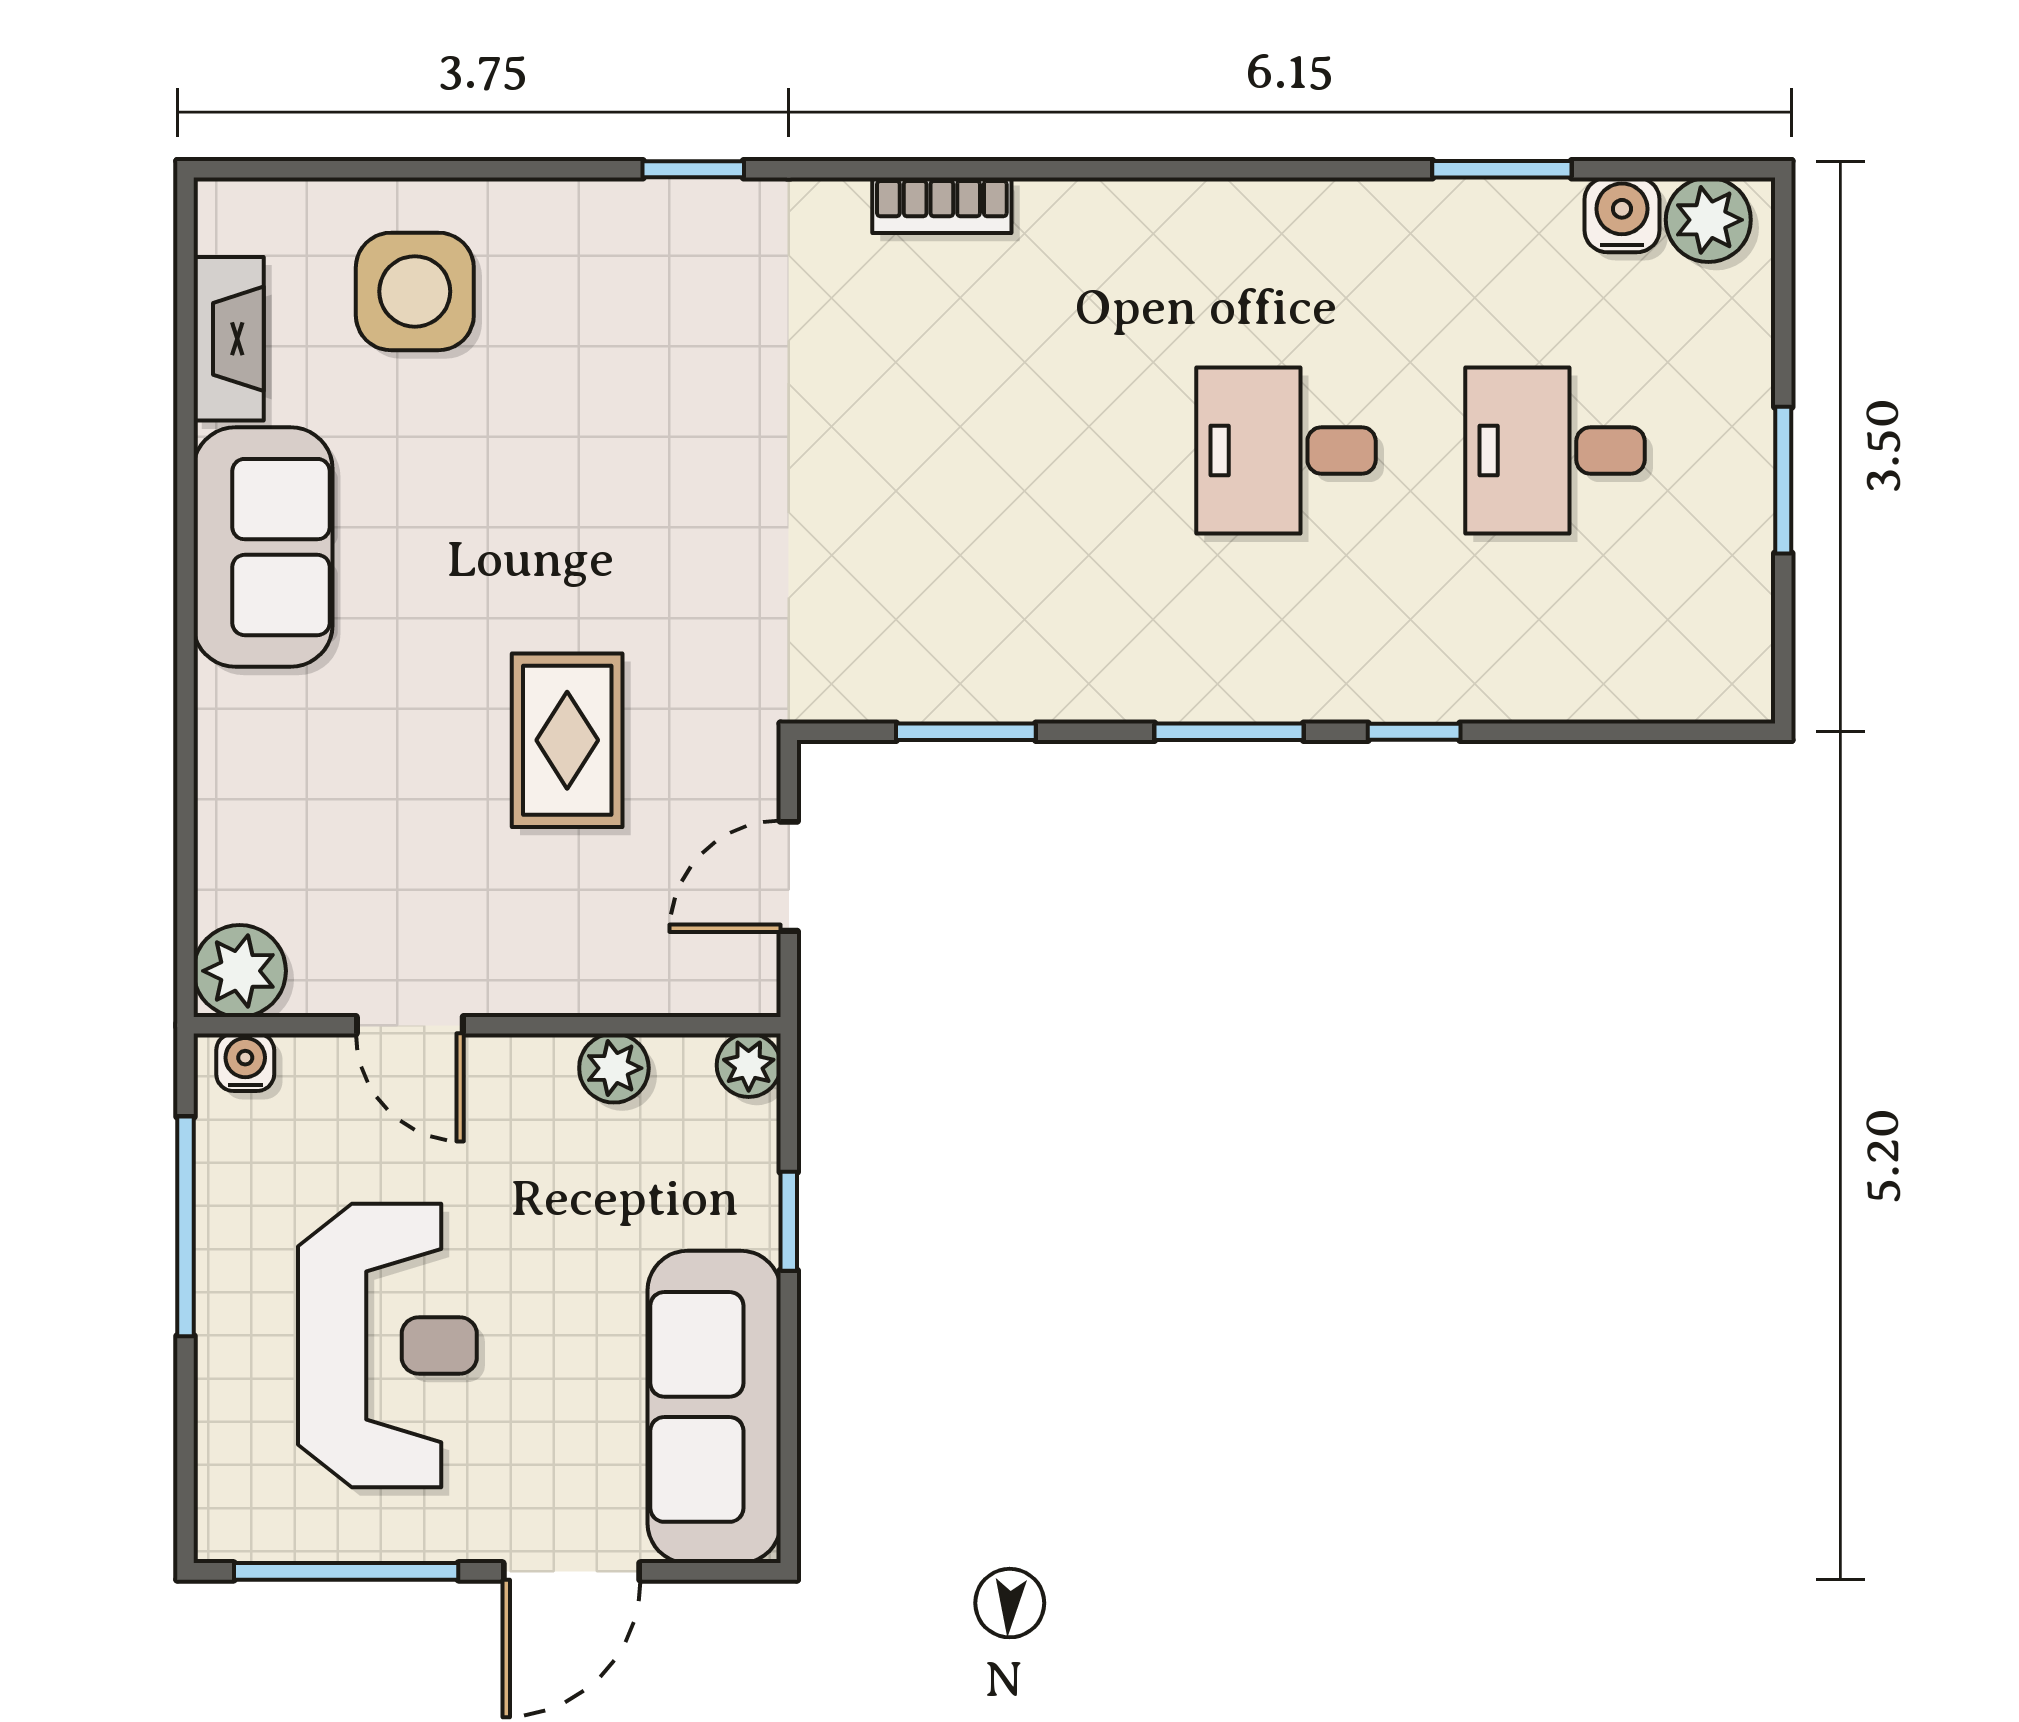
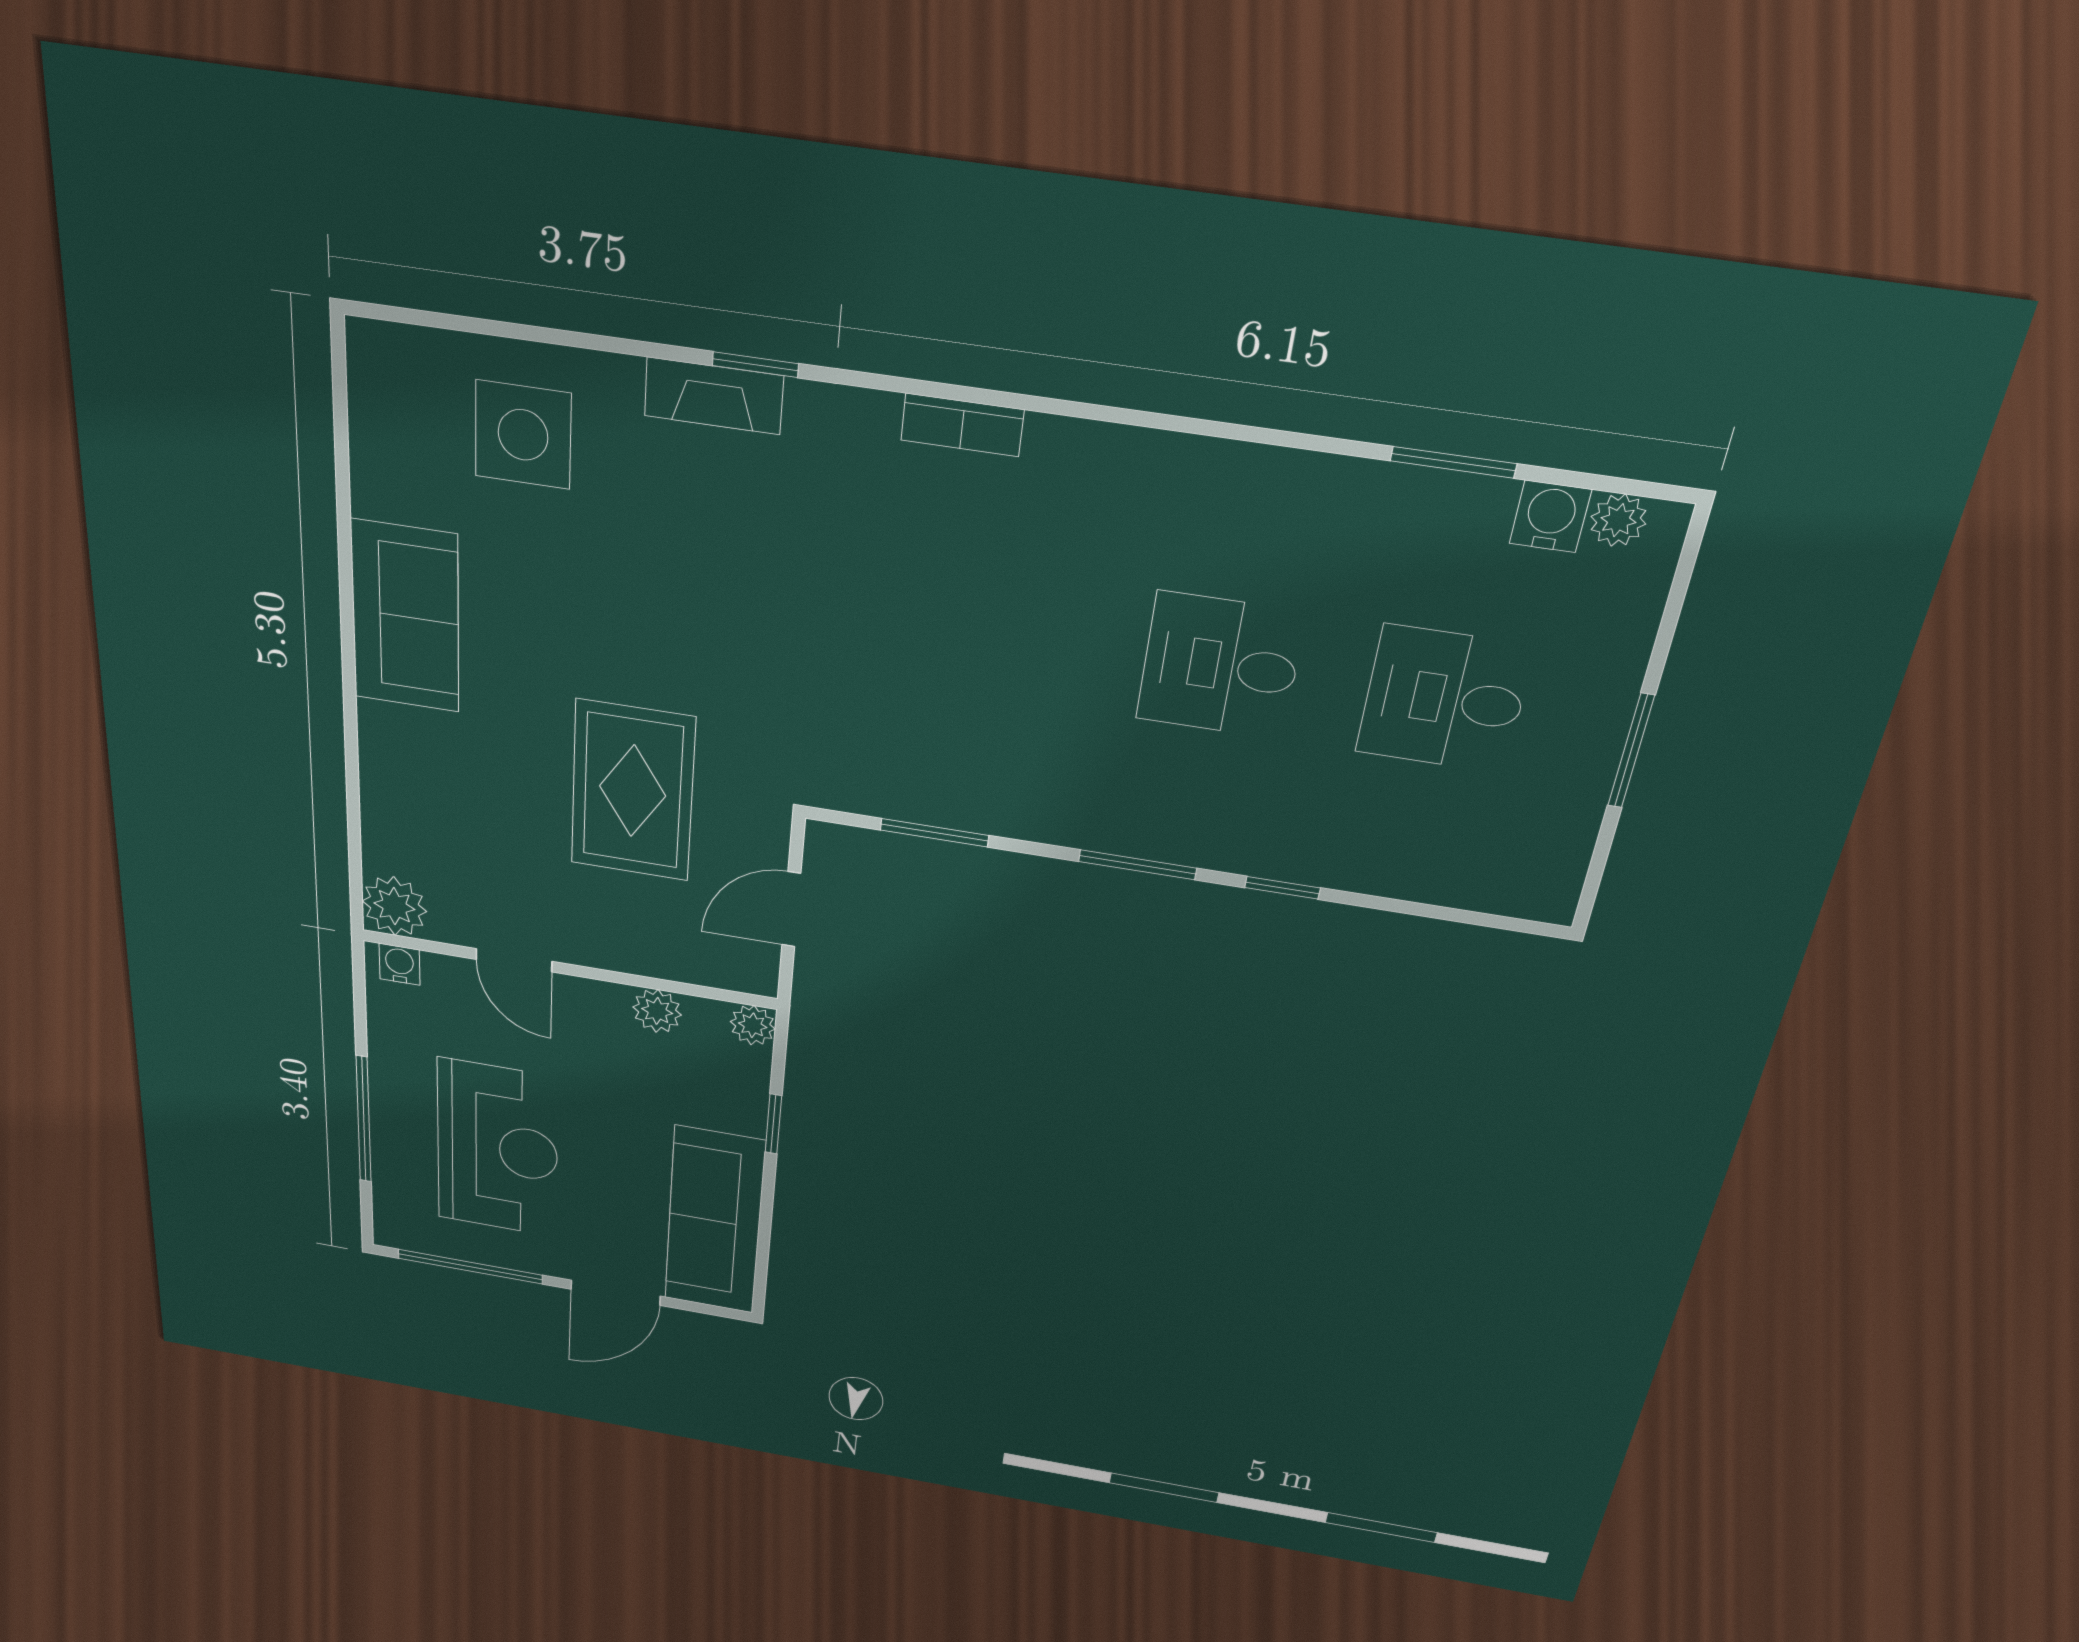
plant: (1708, 220) -> (1618, 520), width x0.73, depth x0.73
fireplace: (229, 339) -> (714, 396), moved, turned 90
rug: (567, 740) -> (633, 791), width x1.36, depth x1.43
window: (186, 1226) -> (364, 1119), moved

